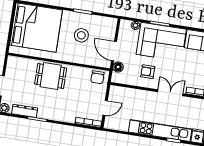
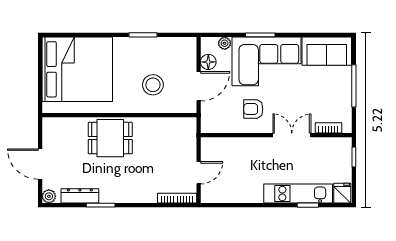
stool: (81, 35) -> (153, 85), moved
door: (114, 51) -> (199, 86), swing flipped
floor lamp: (118, 67) -> (208, 62), moved
chair: (97, 77) -> (180, 129), removed
kitchen unit: (160, 131) -> (298, 193), width x0.73

